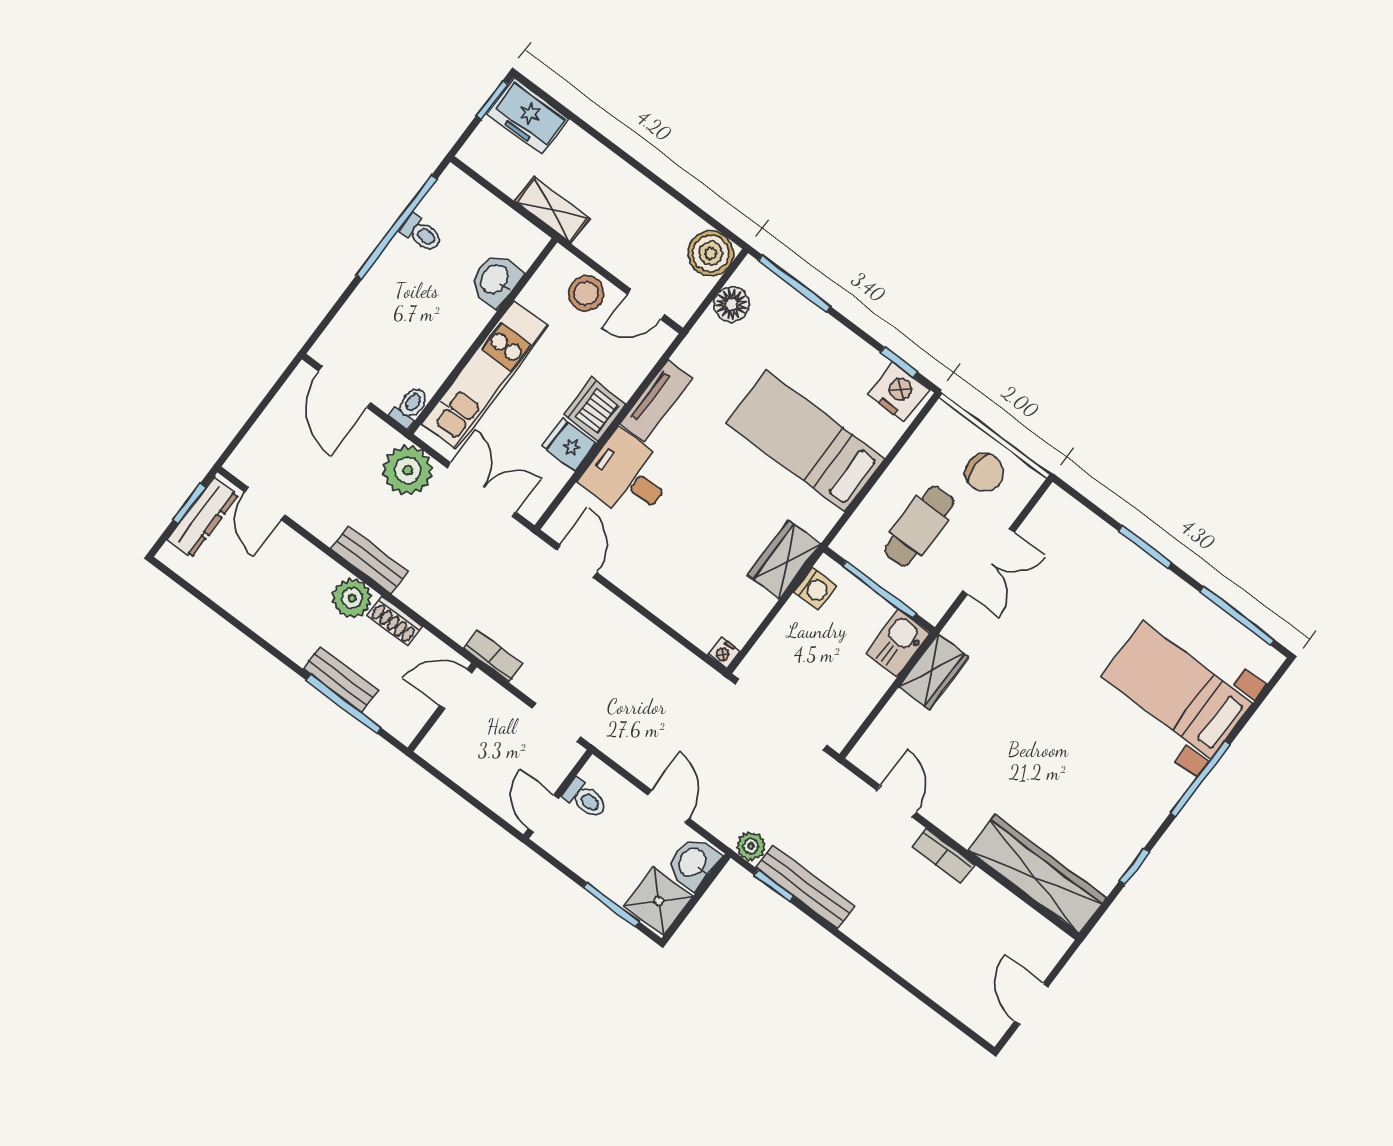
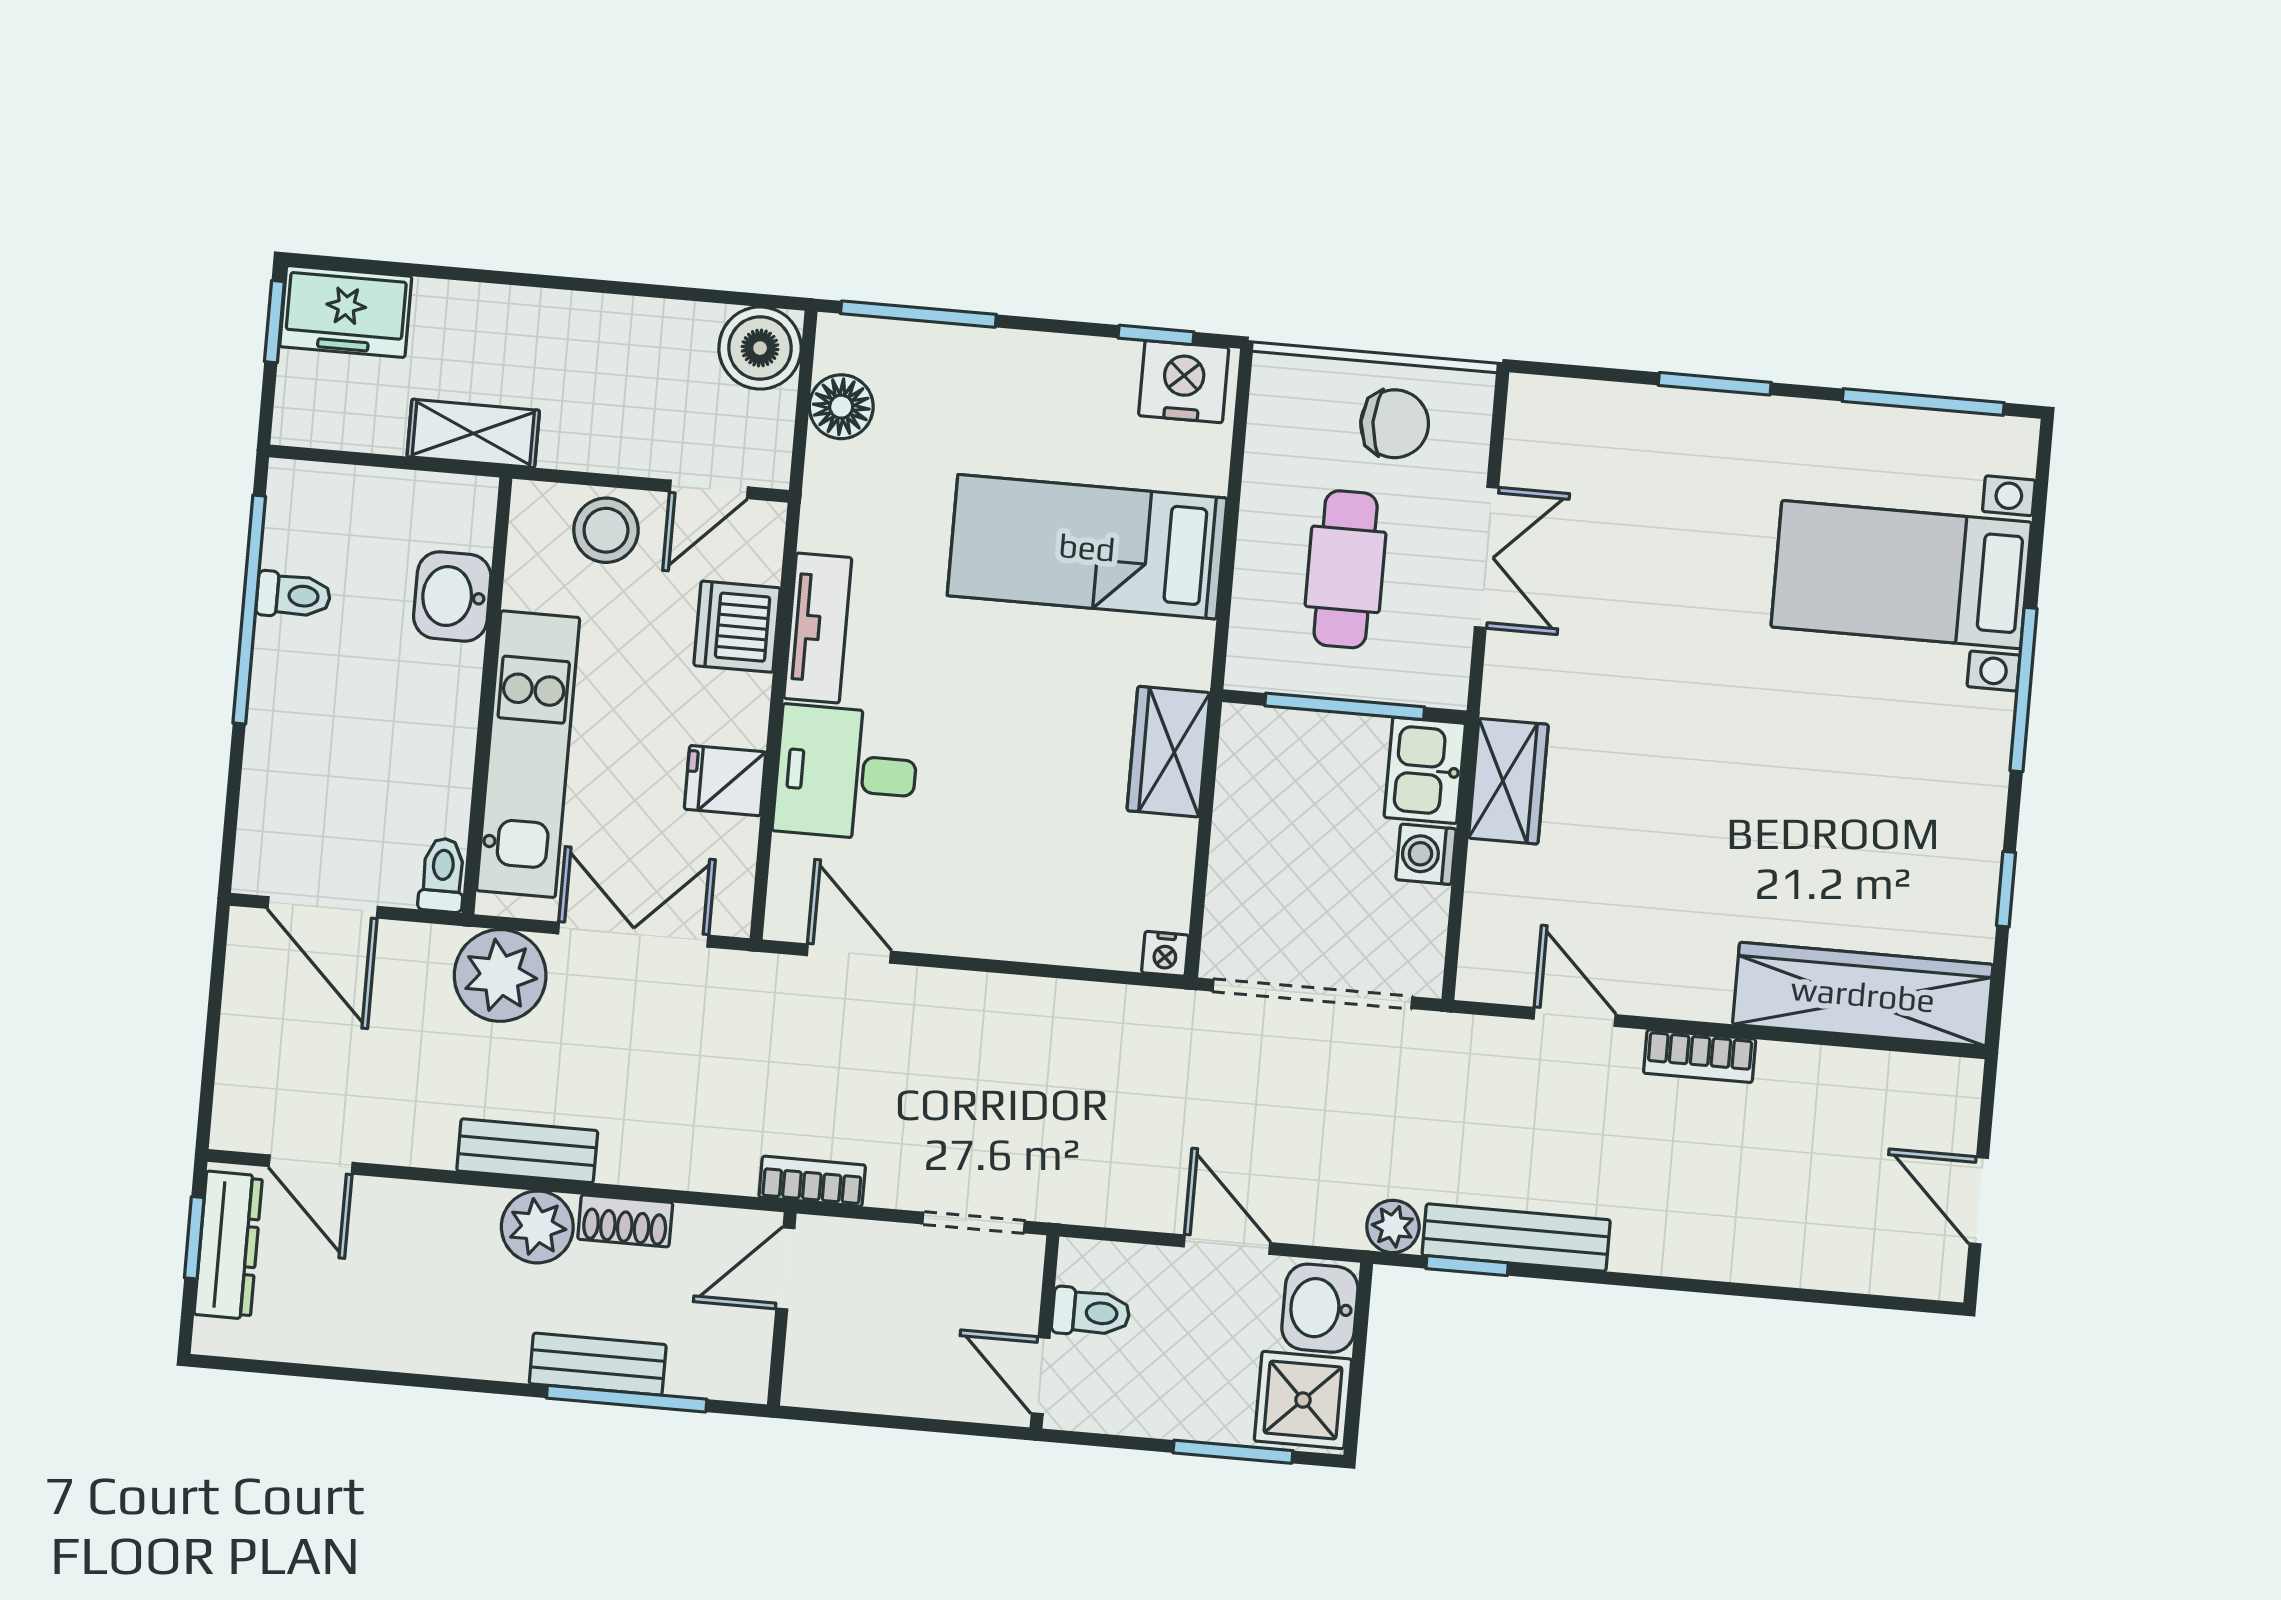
dishwasher: (595, 409) -> (737, 627), moved
washing machine: (815, 589) -> (1426, 854), moved, turned 180

